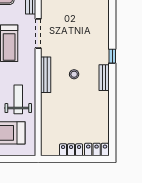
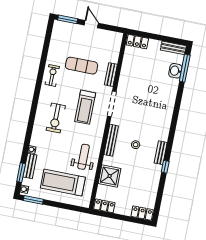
window: (112, 56) -> (165, 167), moved
shower: (52, 115) -> (110, 176), added
locker: (71, 150) -> (104, 206), moved

